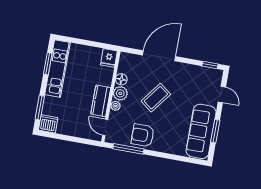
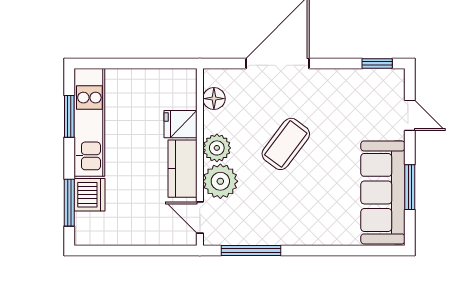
fridge: (109, 58) -> (181, 124), moved, turned 90
floor lamp: (121, 79) -> (214, 99), moved
plant: (116, 106) -> (220, 181), width x1.87, depth x1.87
dishwasher: (48, 124) -> (90, 195), moved, turned 90
armchair: (143, 135) -> (274, 220), removed

